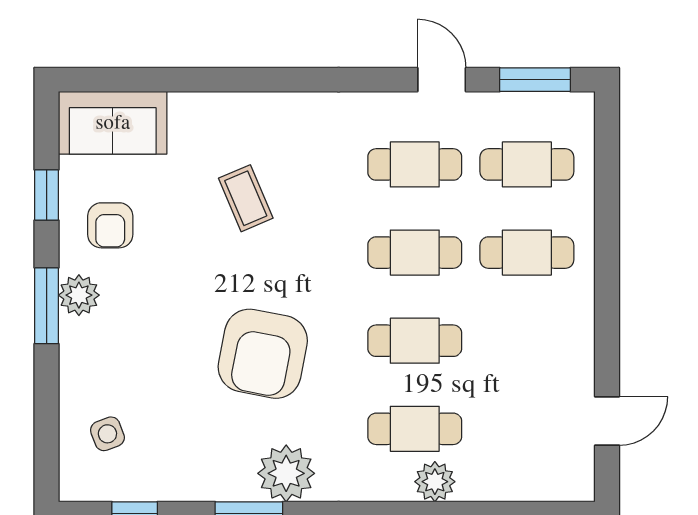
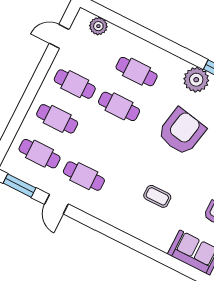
coffee table: (246, 198) -> (157, 196), turned -67
cafe table: (415, 253) -> (75, 84), moved
plant: (435, 482) -> (98, 26), moved

